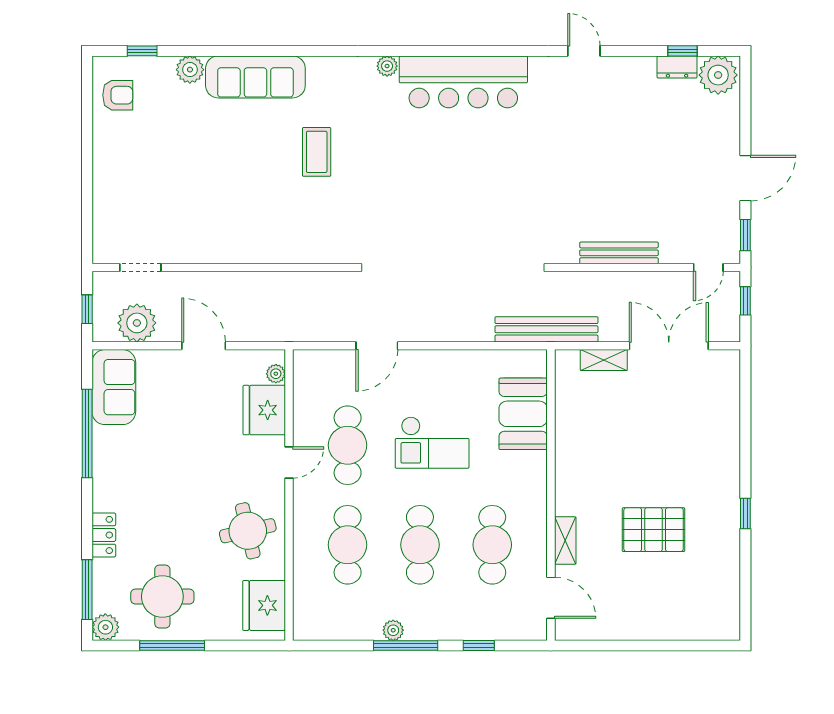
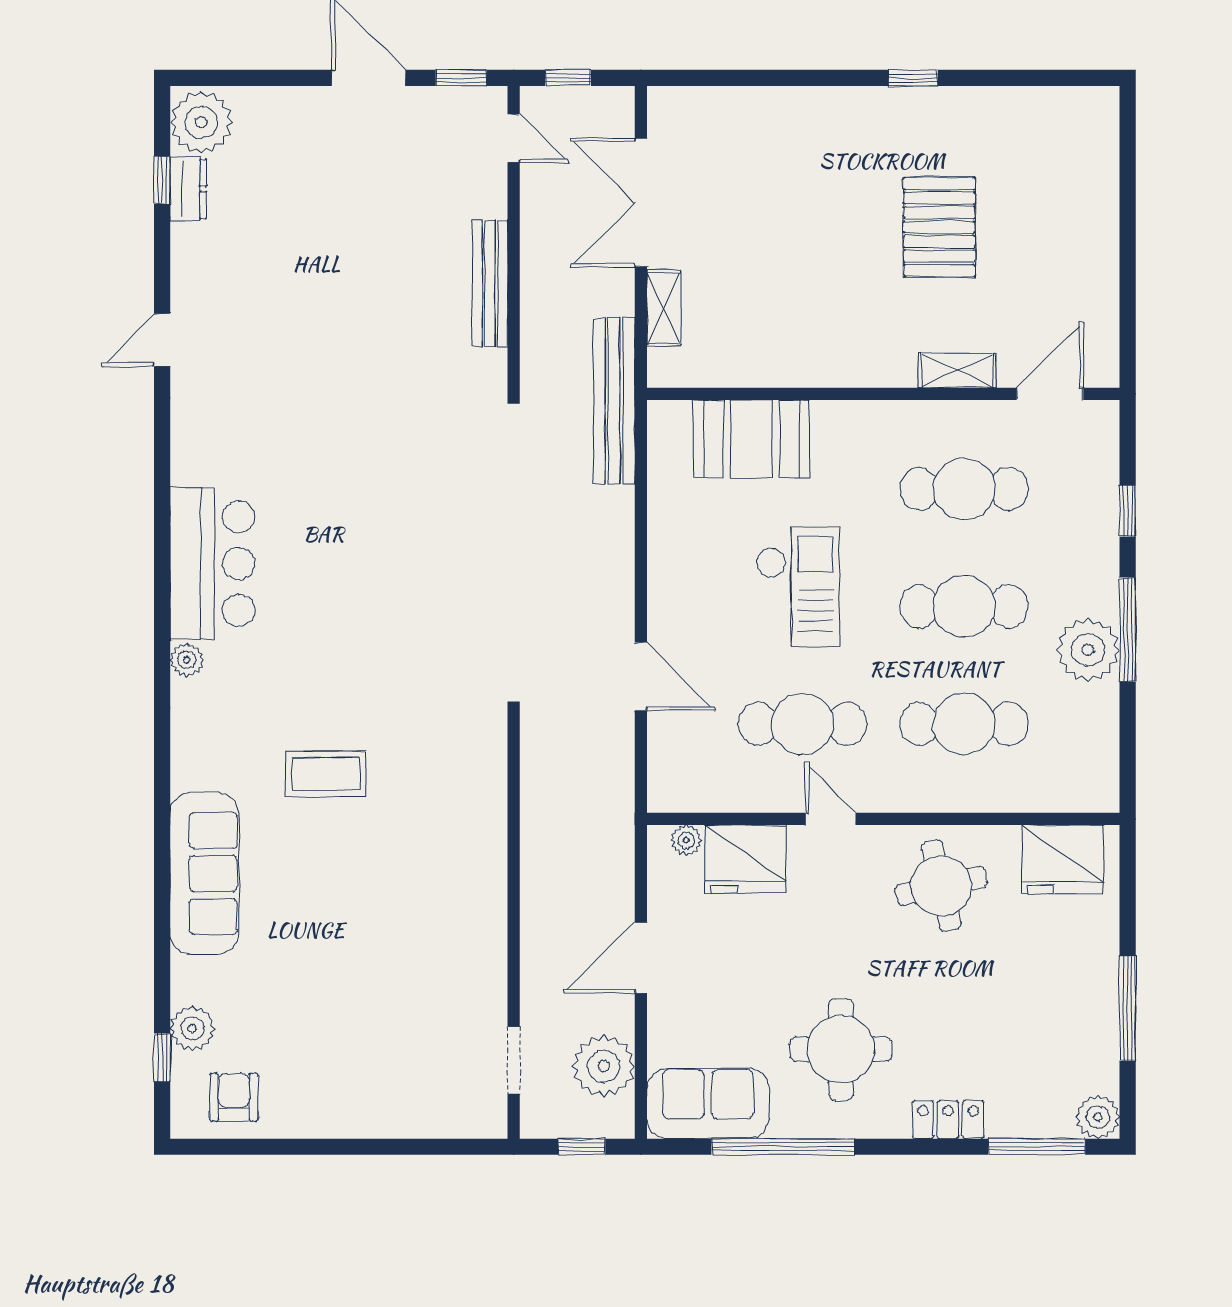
plant: (190, 70) -> (192, 1028), moved
bar counter: (463, 82) -> (212, 564), width x0.73
round table: (162, 597) -> (841, 1049), moved
plant: (393, 630) -> (1088, 650), width x1.88, depth x1.88

